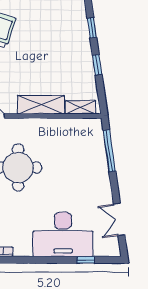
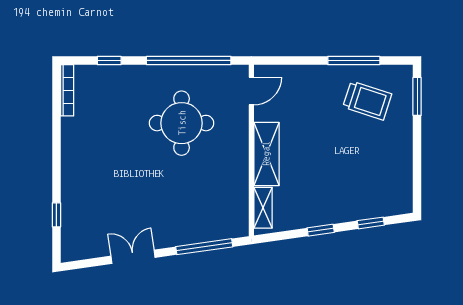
double door: (119, 219) -> (133, 257), moved
desk: (63, 234) -> (91, 184), removed

